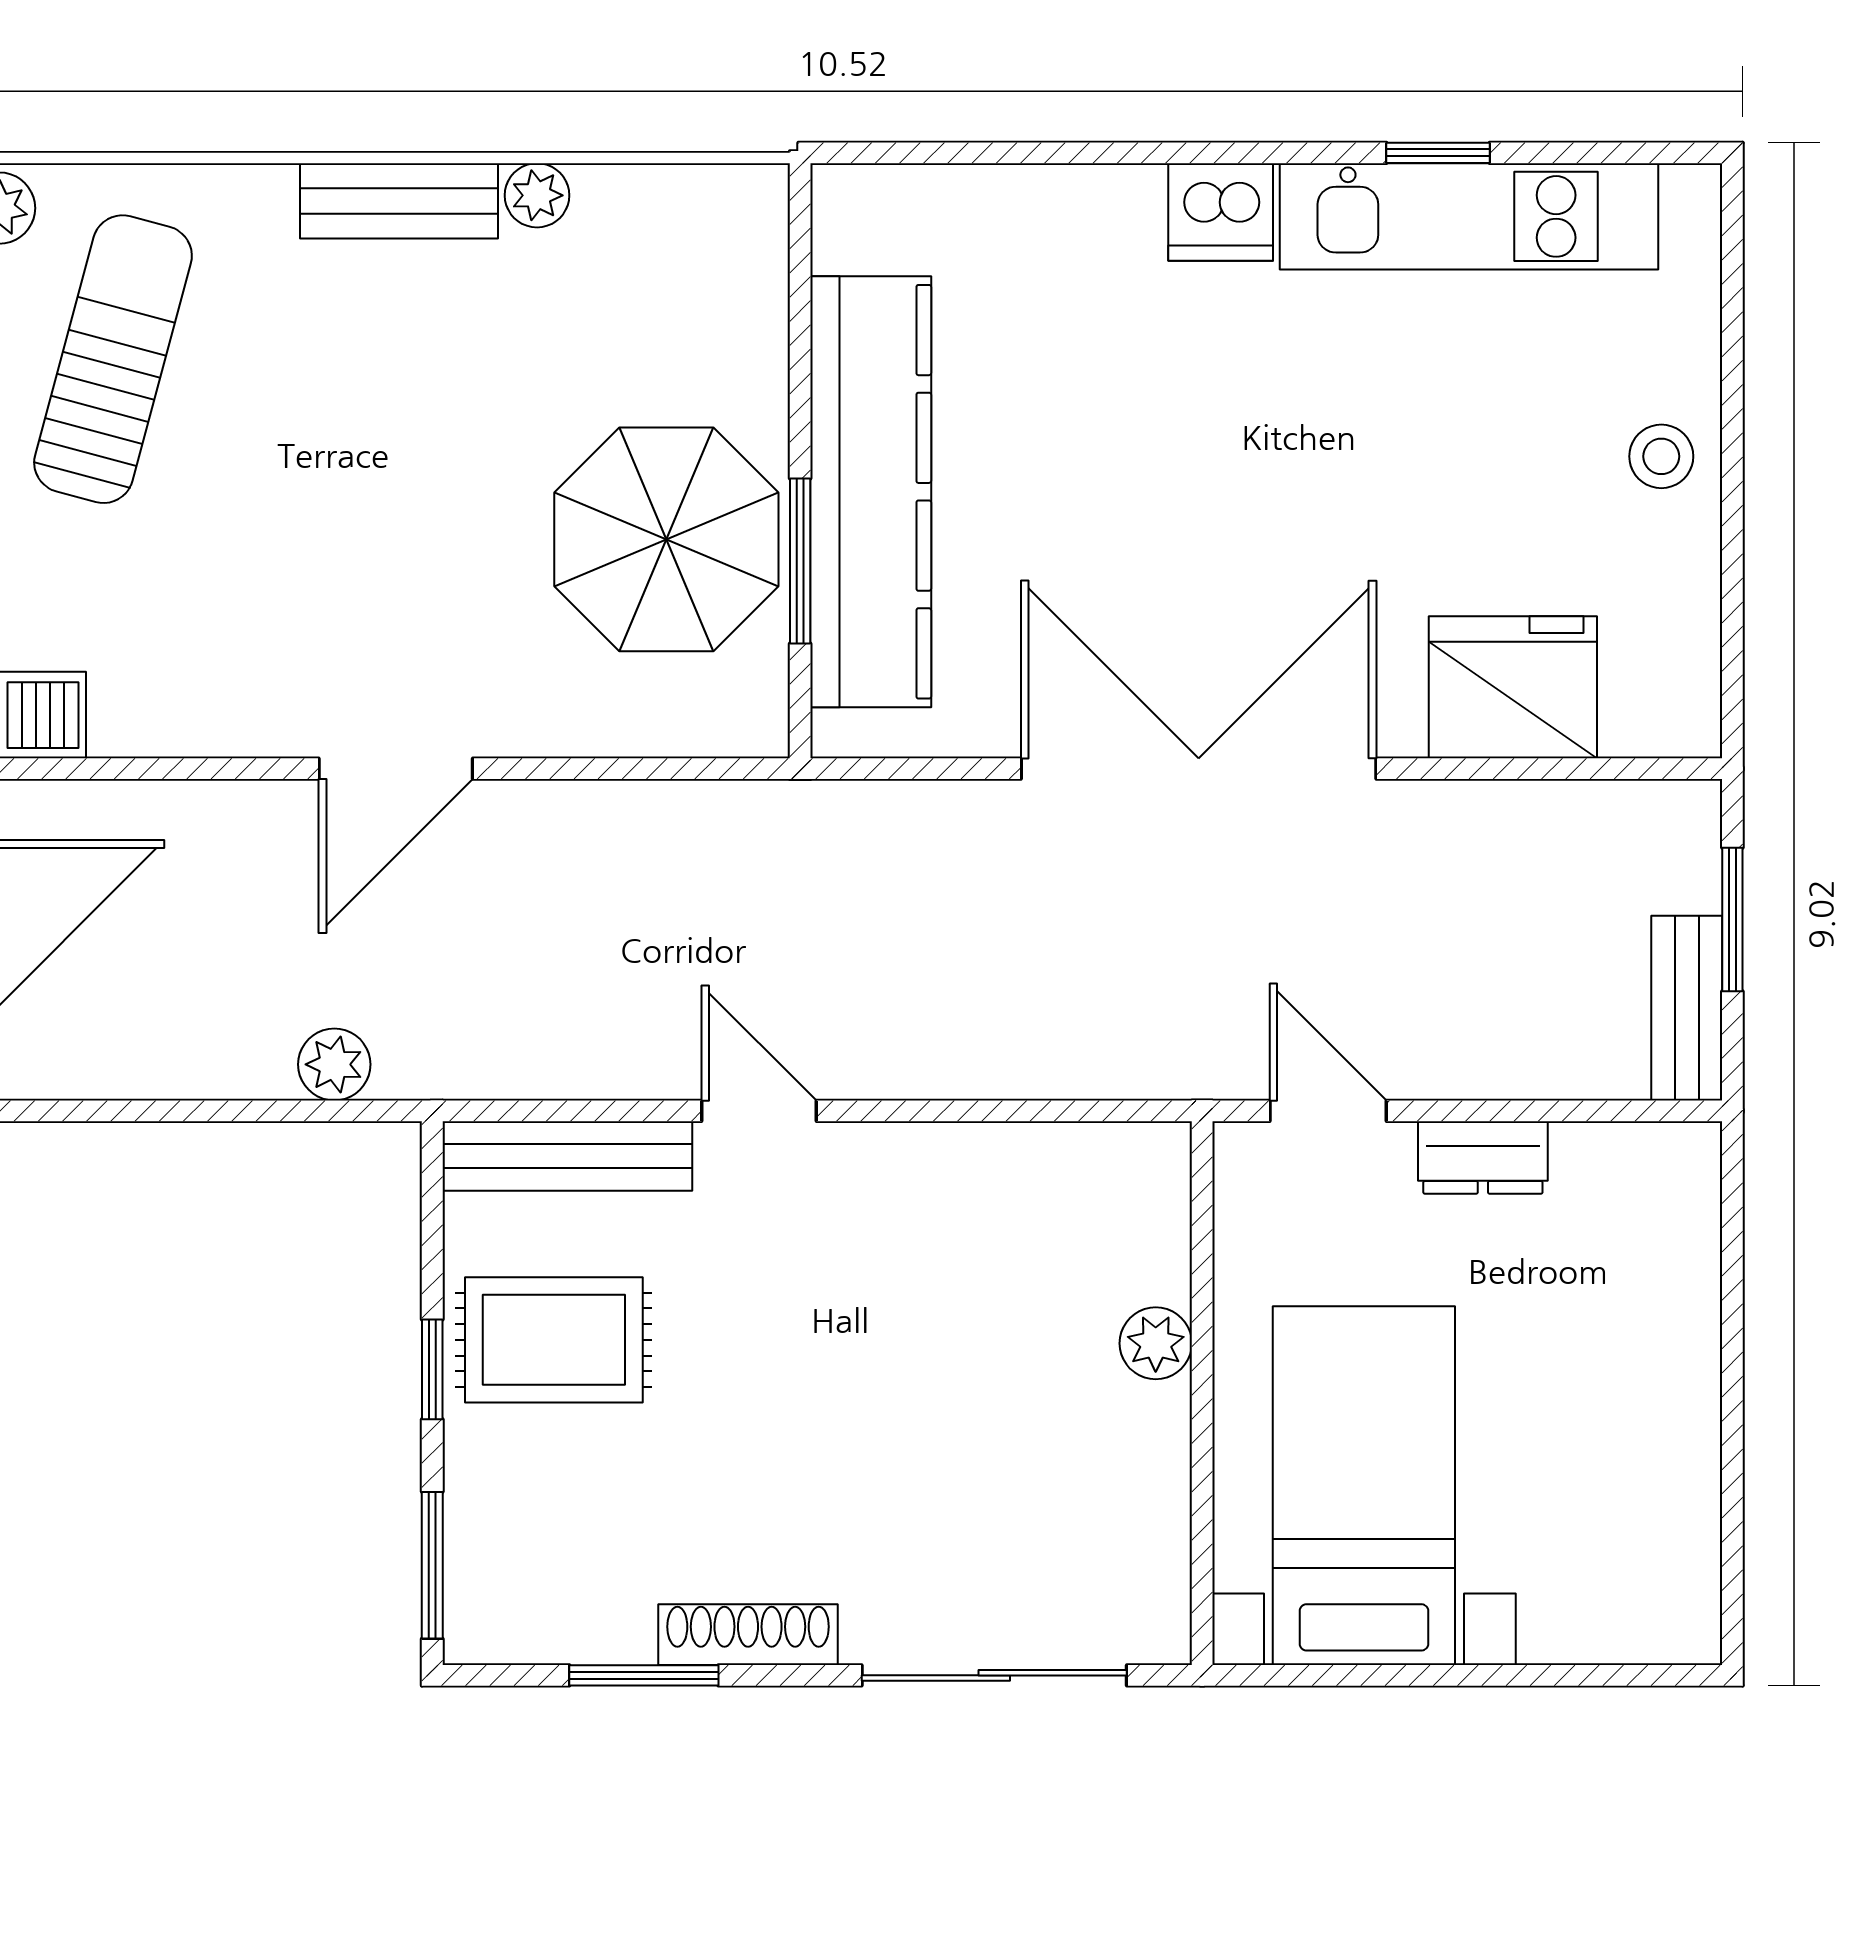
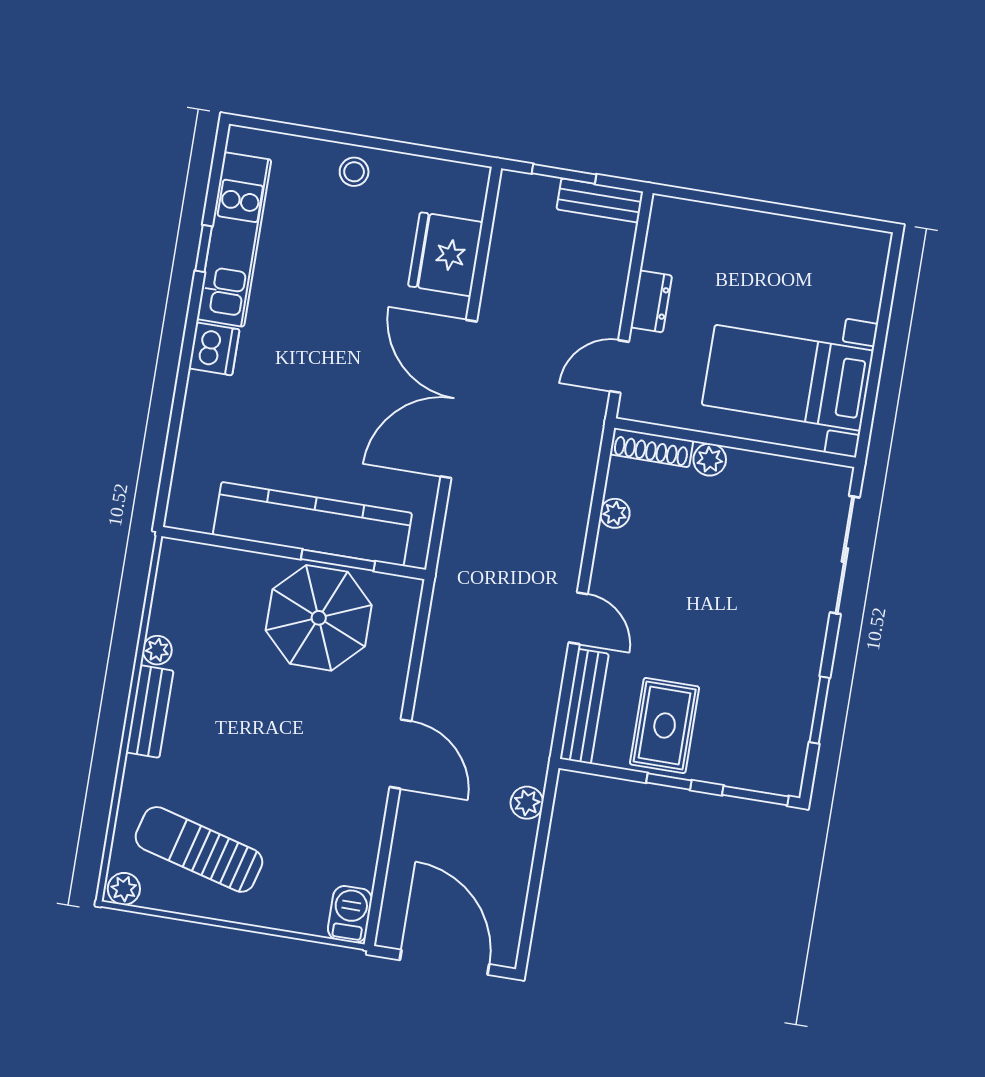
door: (759, 1111) -> (578, 618), swing flipped
plant: (1003, 1154) -> (615, 513), added
shoe rack: (748, 1635) -> (651, 448), moved, turned -90

